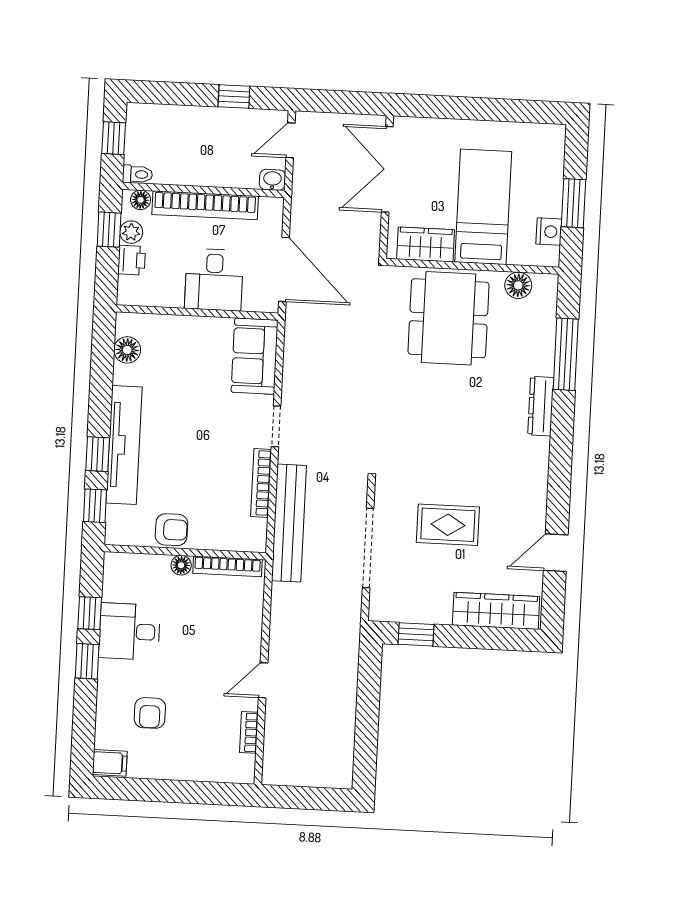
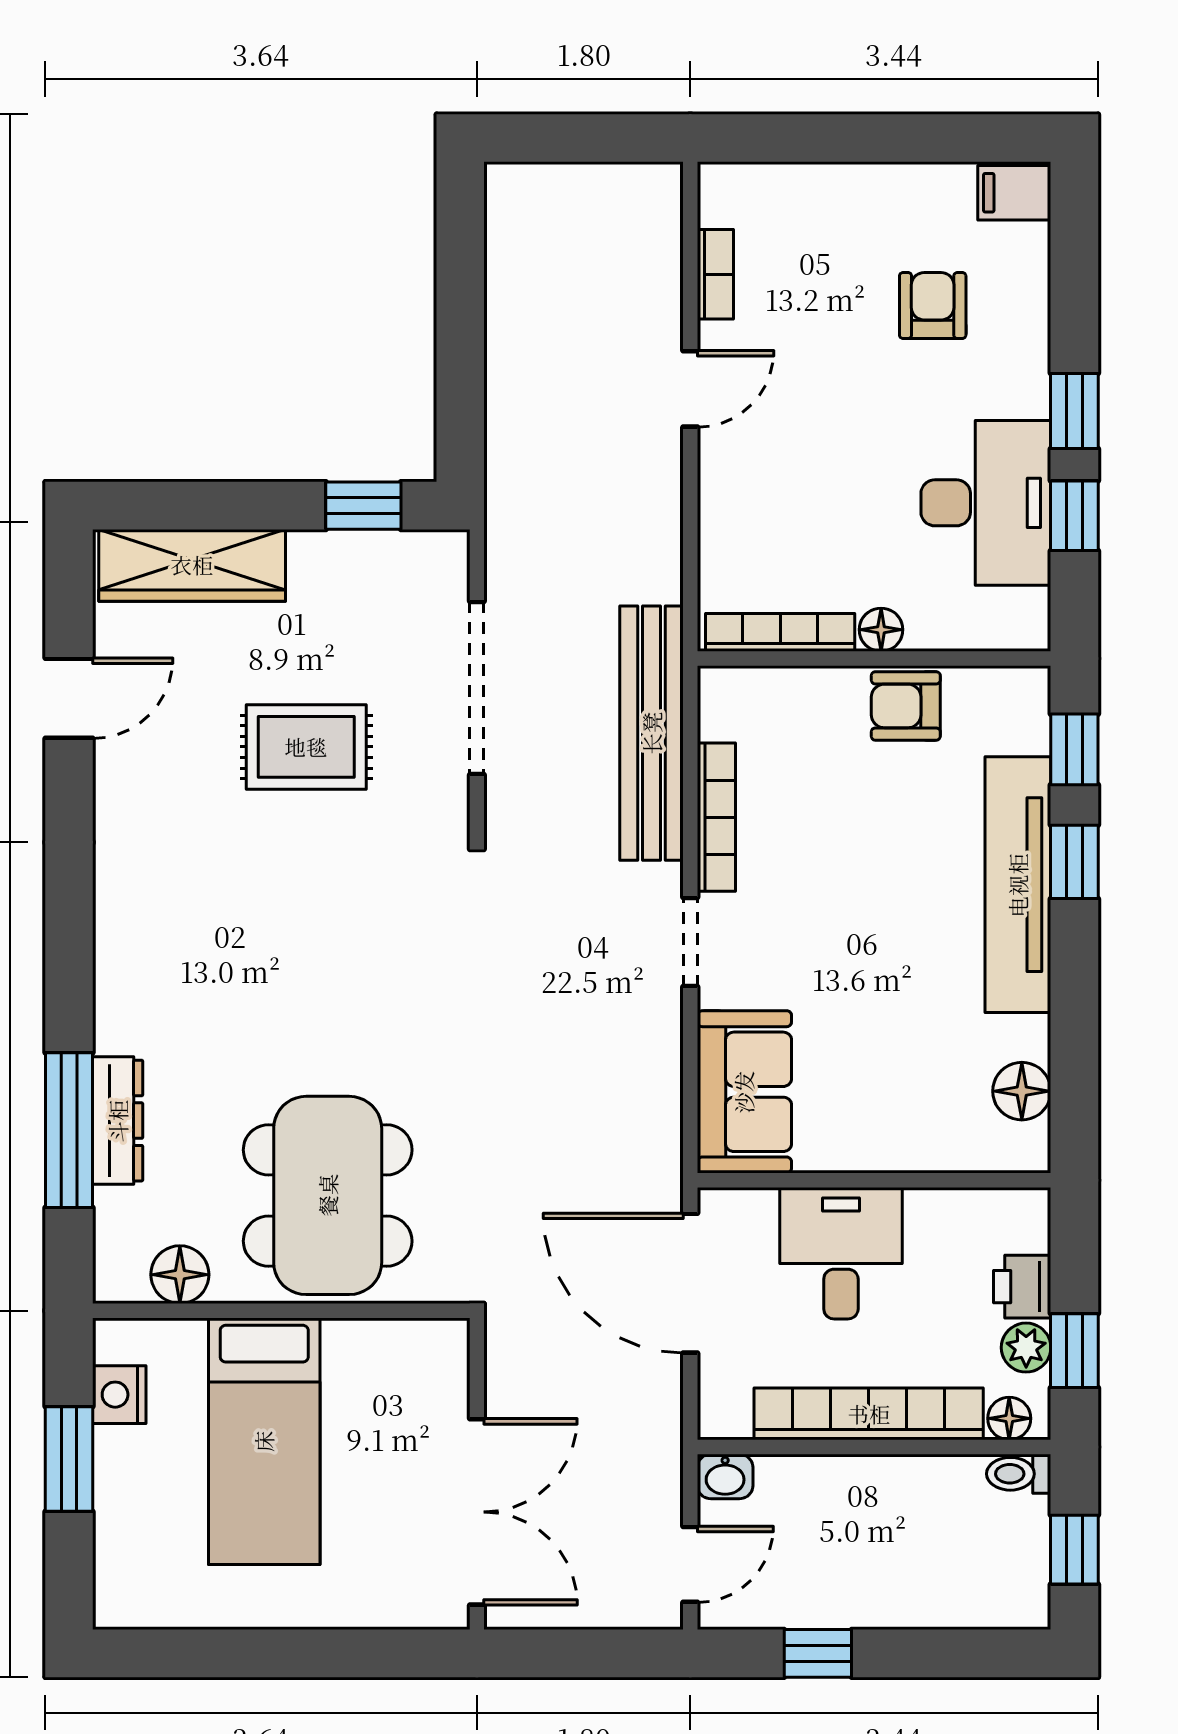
wardrobe: (426, 244) -> (385, 1353), removed
dresser: (541, 406) -> (118, 1121), moved
desk: (129, 631) -> (986, 503), width x1.37

